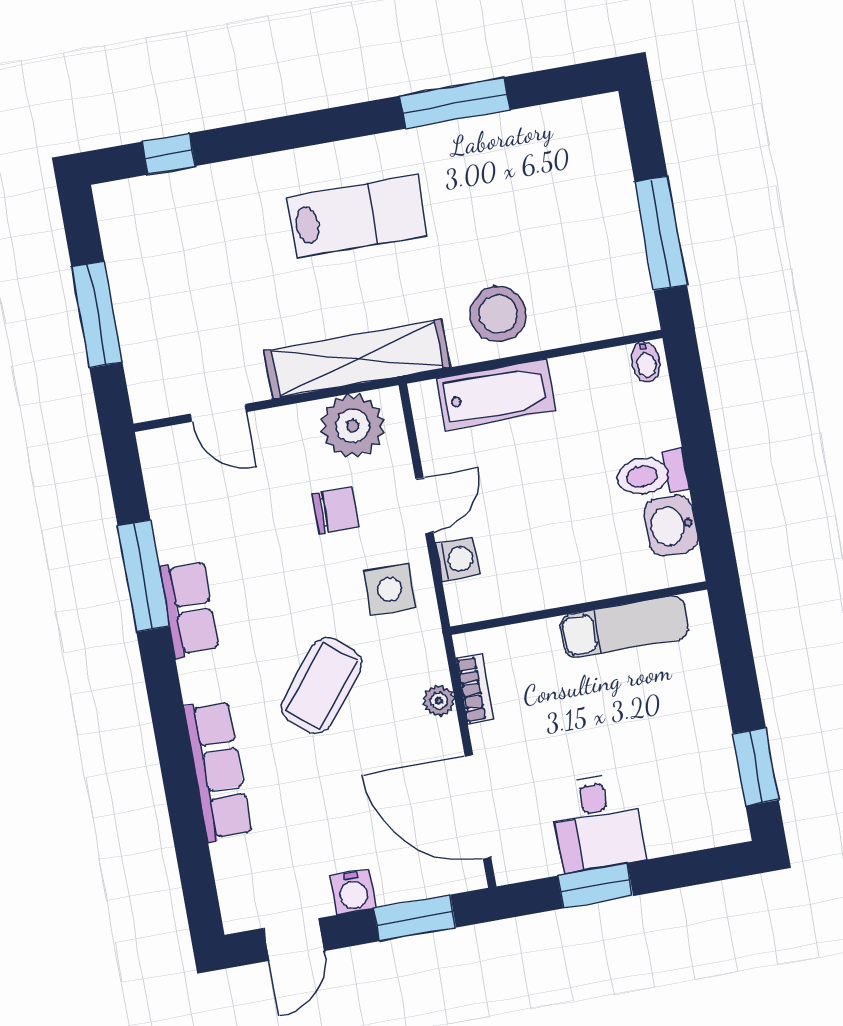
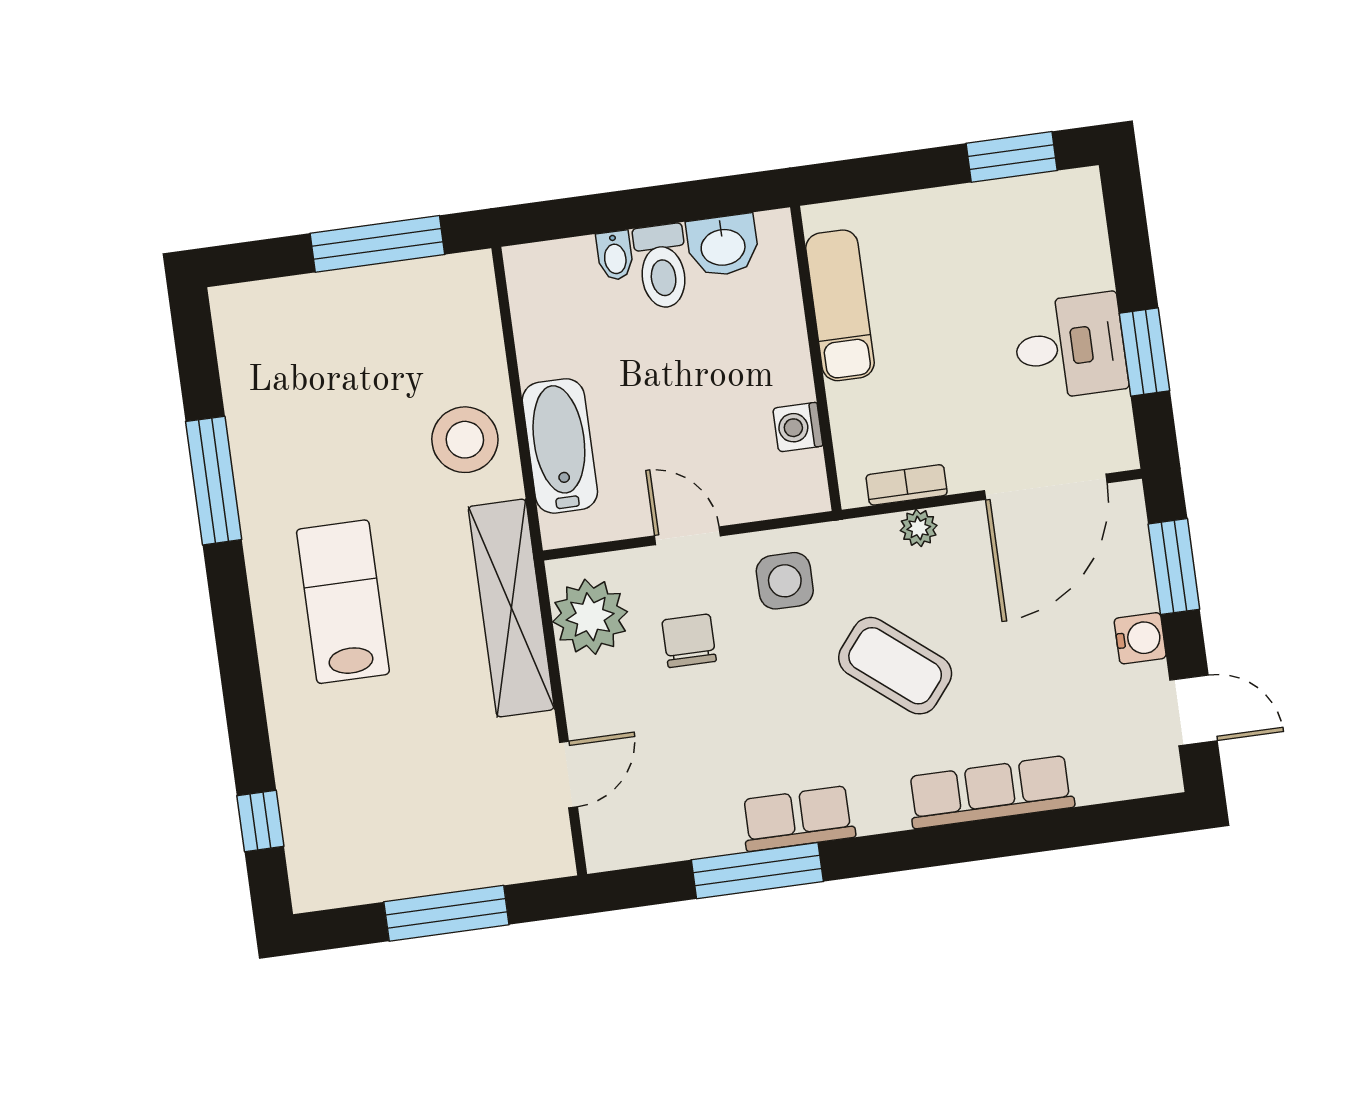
bidet: (646, 362) -> (615, 256), moved, turned 90
washing machine: (457, 559) -> (798, 427), moved, turned -90

